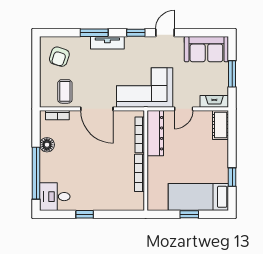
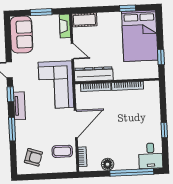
tv unit: (107, 43) -> (19, 106), moved
bed: (198, 197) -> (140, 36), width x1.50
window: (189, 214) -> (161, 57), moved

